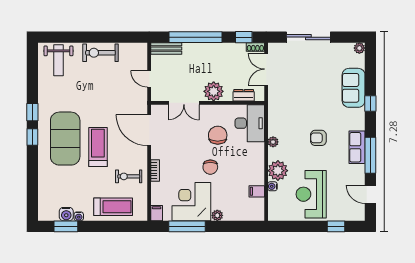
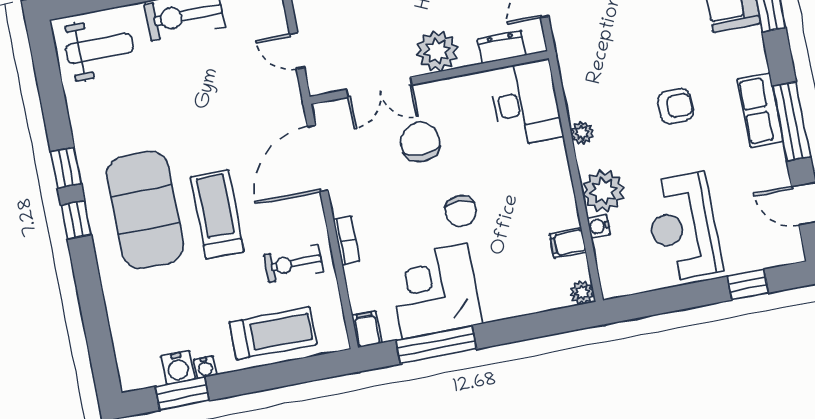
weight bench: (58, 60) -> (99, 48), turned -90
door: (149, 130) -> (318, 158), hinge flipped
chair: (218, 135) -> (420, 142), moved
armchair: (318, 138) -> (675, 106), turned 180
plant: (217, 215) -> (582, 293), moved

